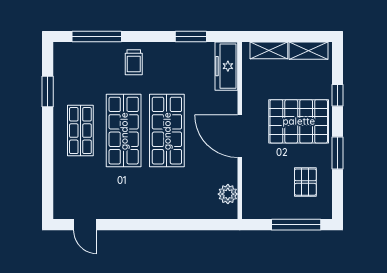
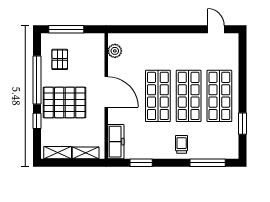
shop shelf: (80, 131) -> (219, 96), width x1.43, depth x1.36
window: (338, 153) -> (37, 80), width x2.11

